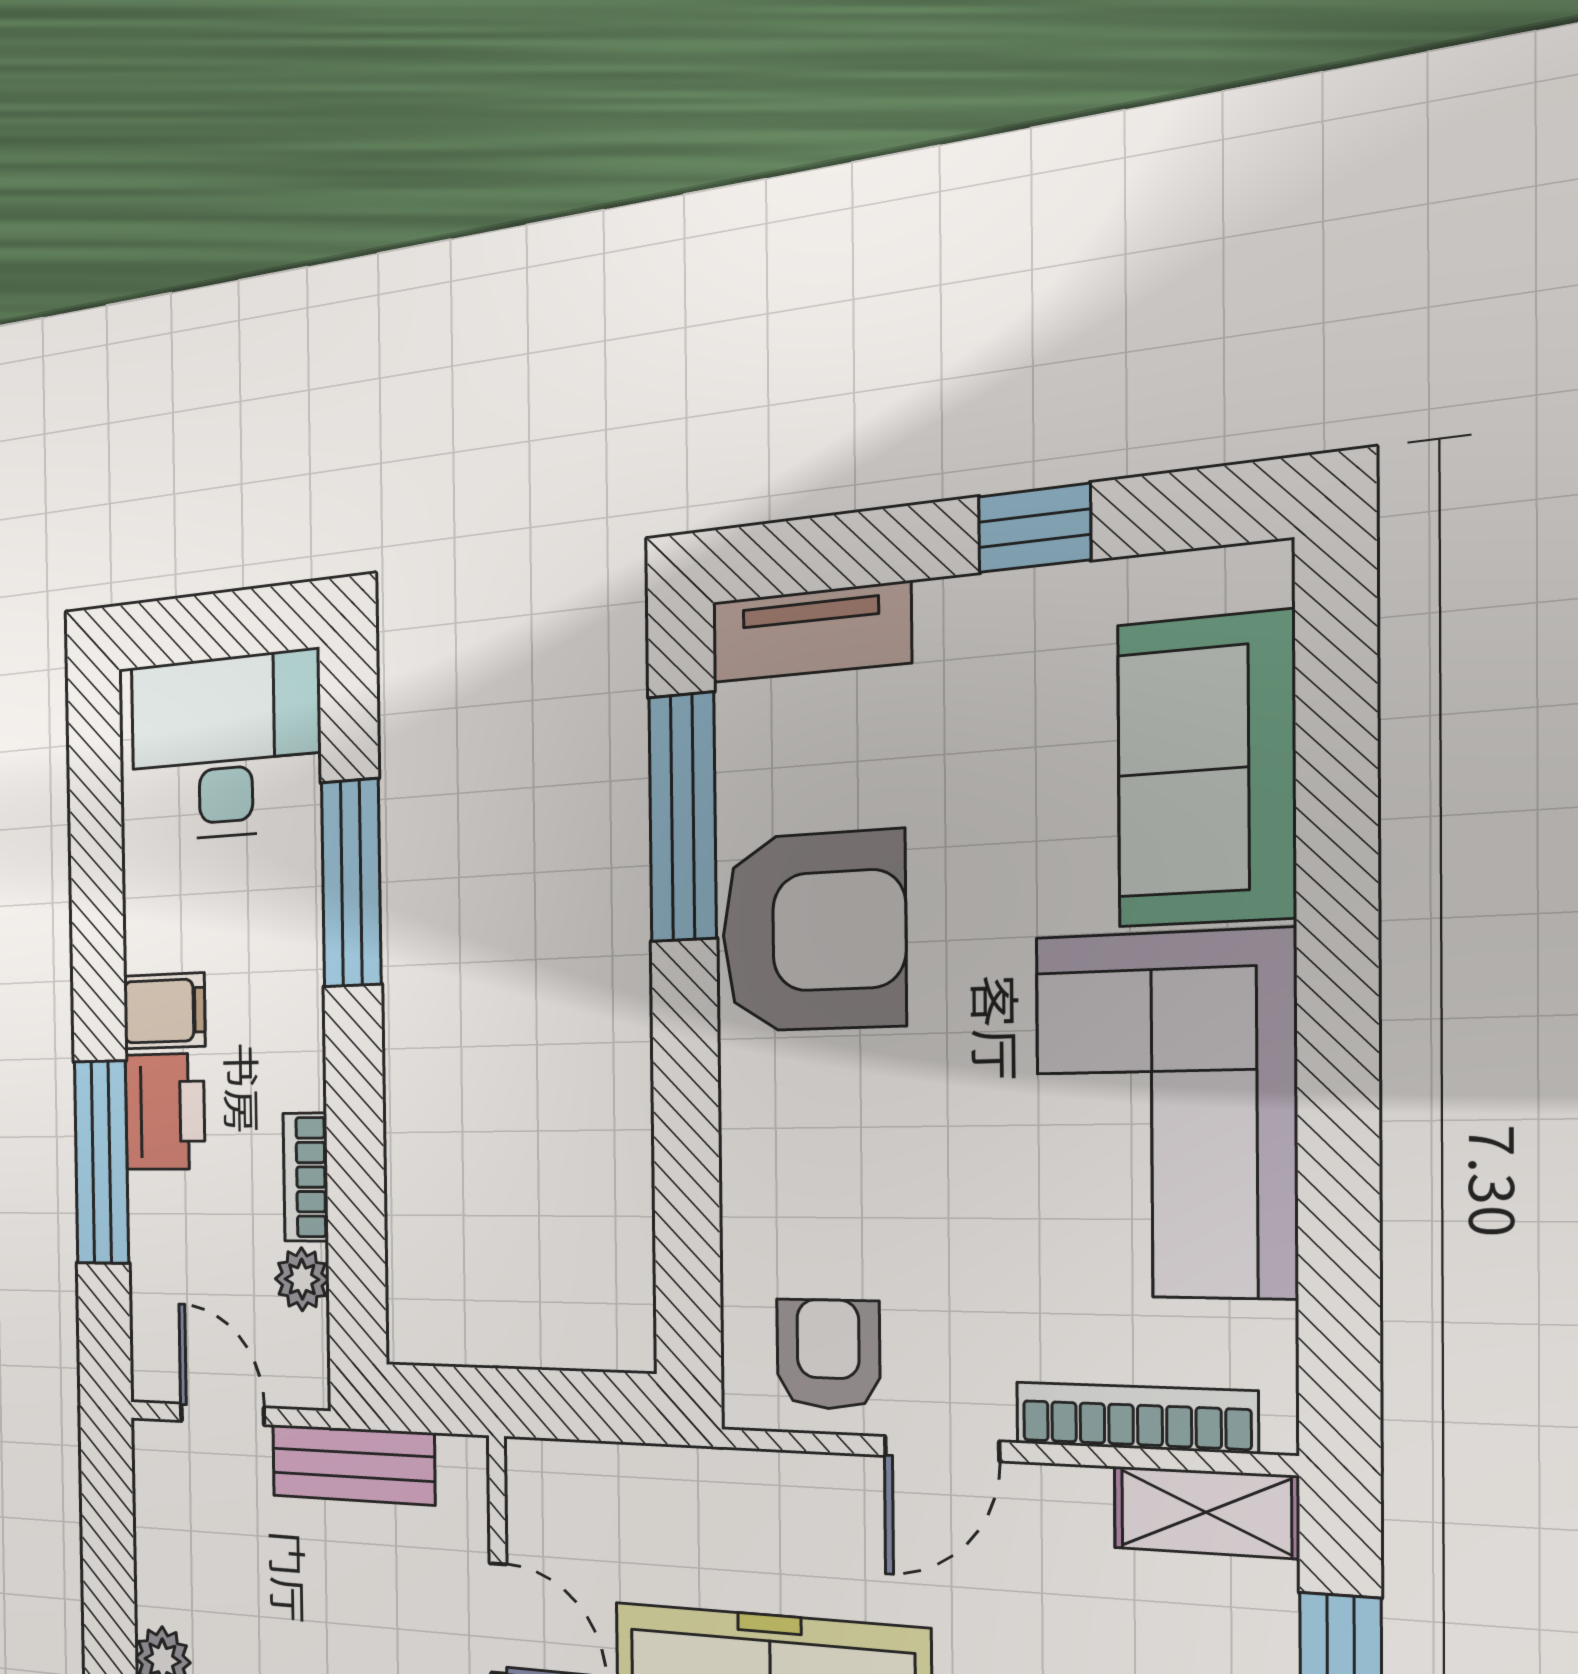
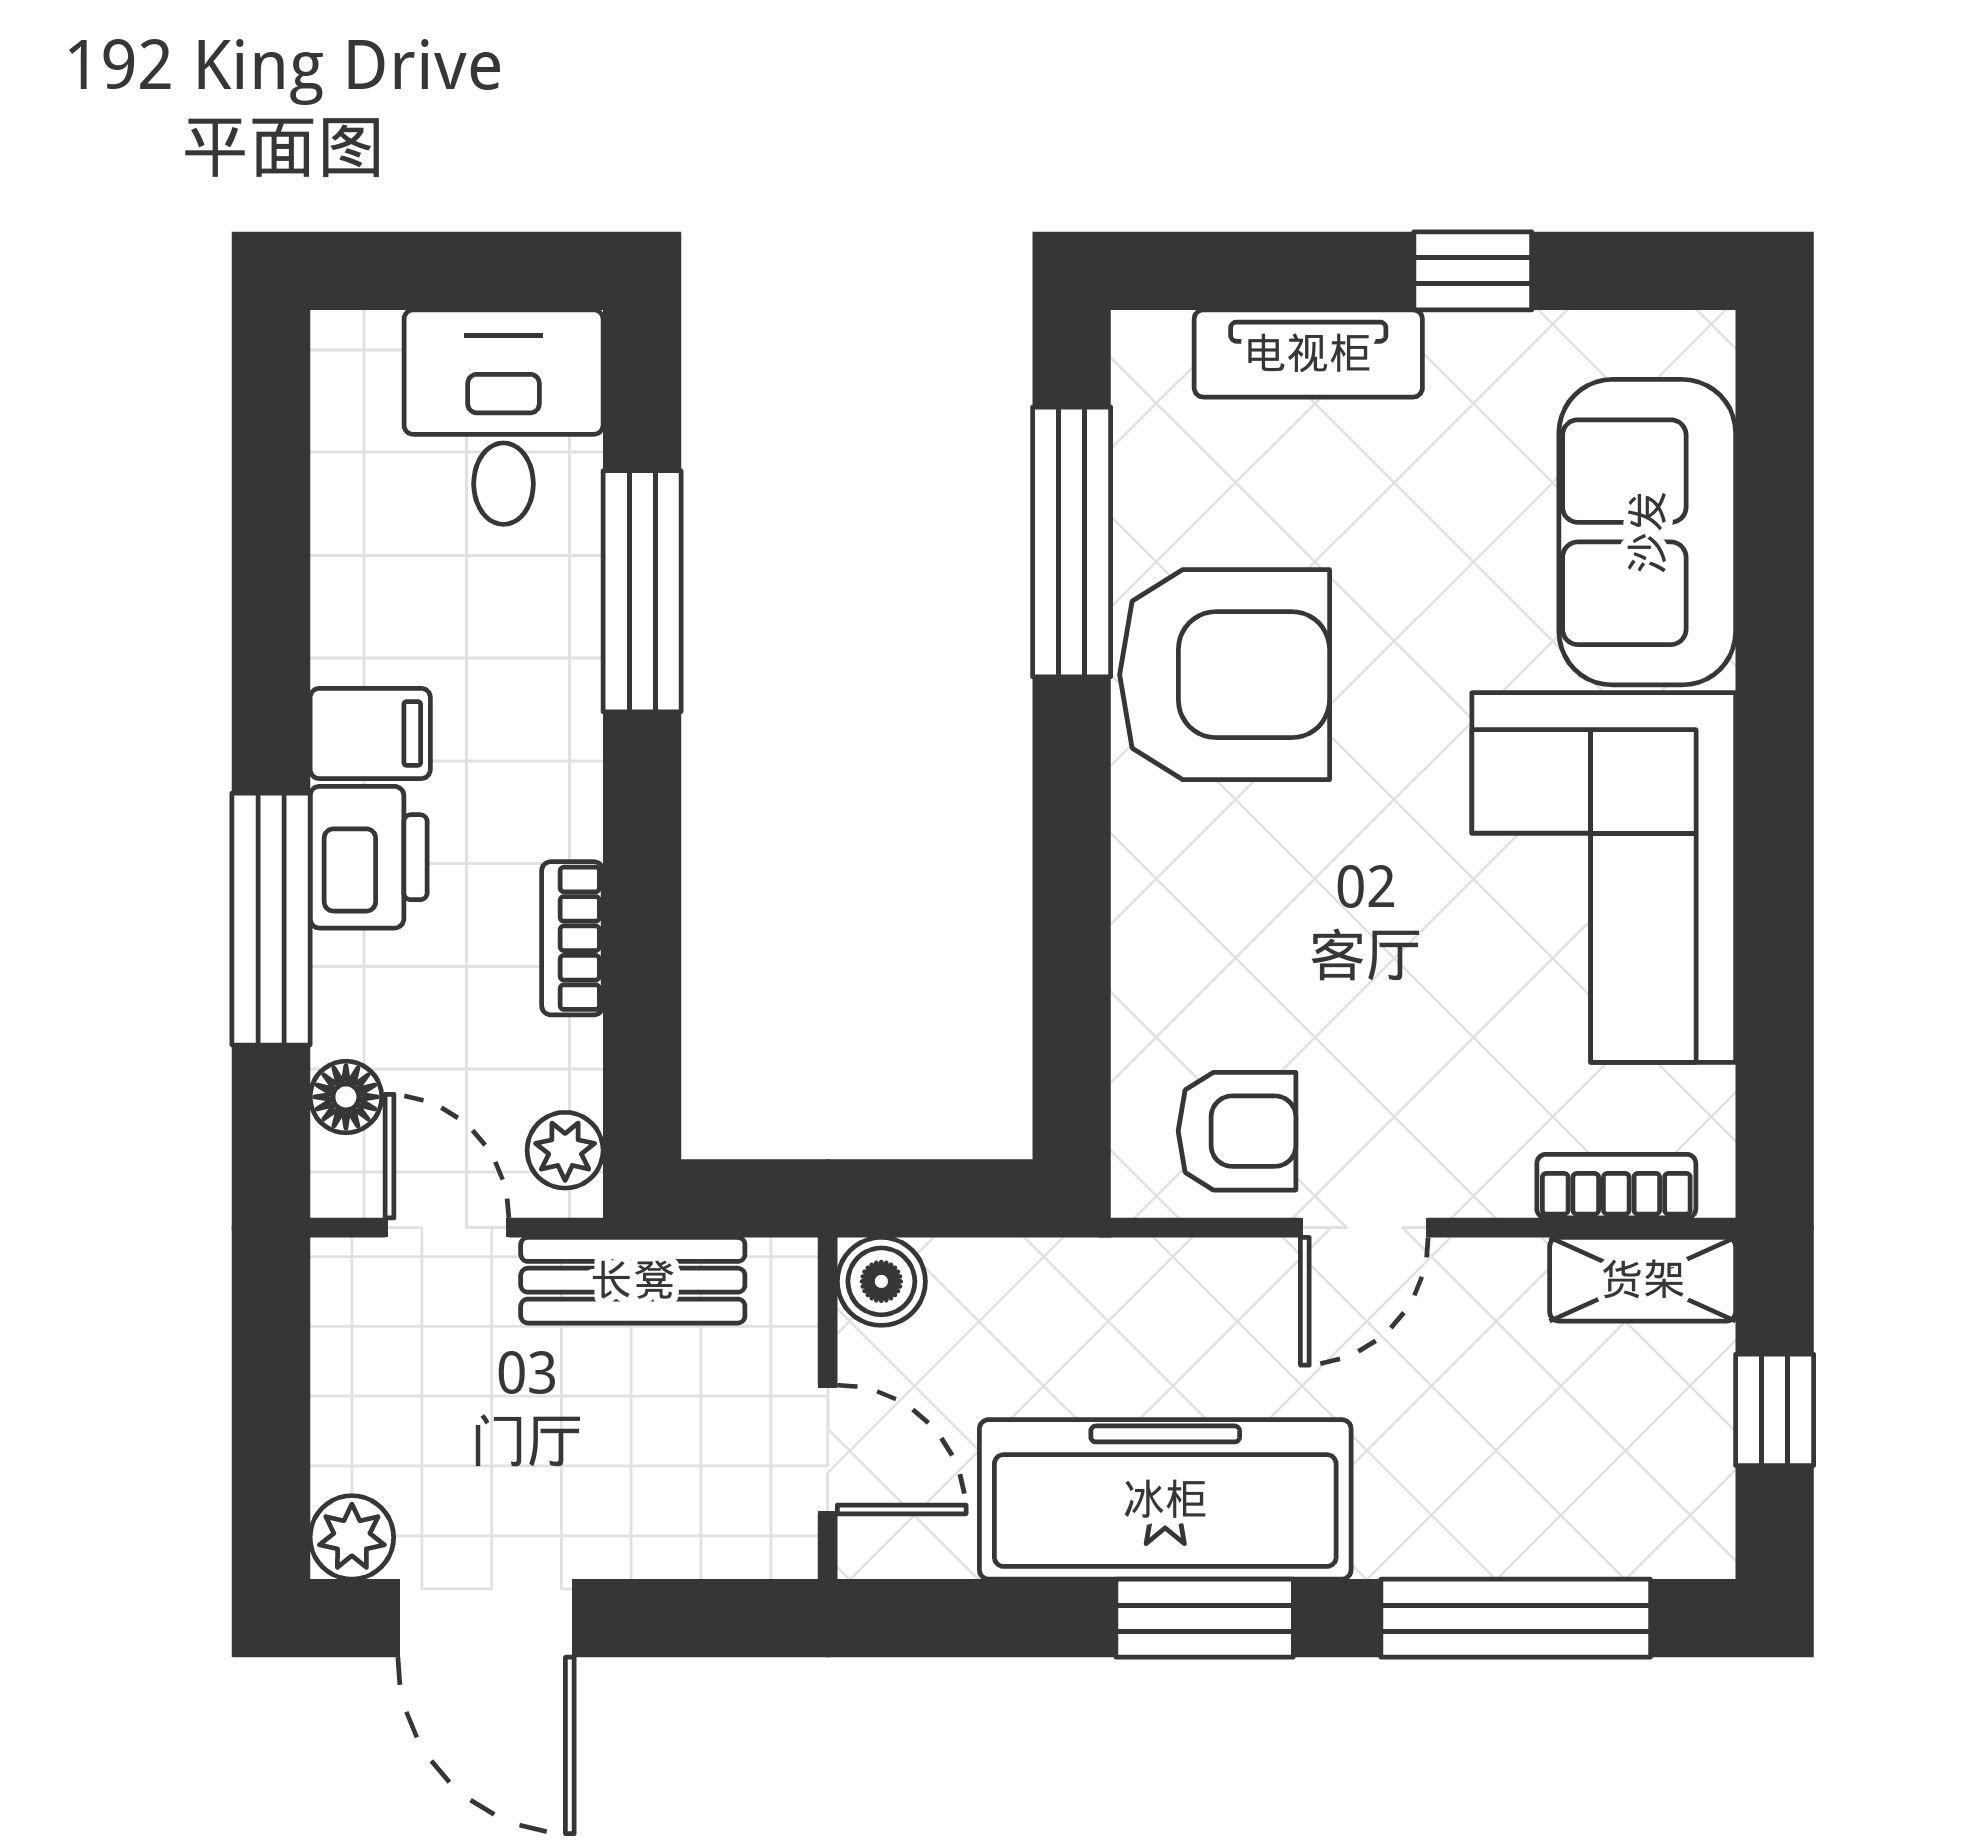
tv unit: (810, 632) -> (1308, 353), moved
desk: (225, 747) -> (504, 417), width x0.73
plant: (302, 1279) -> (565, 1150), moved
floor lamp: (153, 1306) -> (346, 1097), added
armchair: (828, 1354) -> (1237, 1131), turned 90
bookcase: (1135, 1417) -> (1616, 1186), width x0.64
boiler: (538, 1476) -> (881, 1281), added

